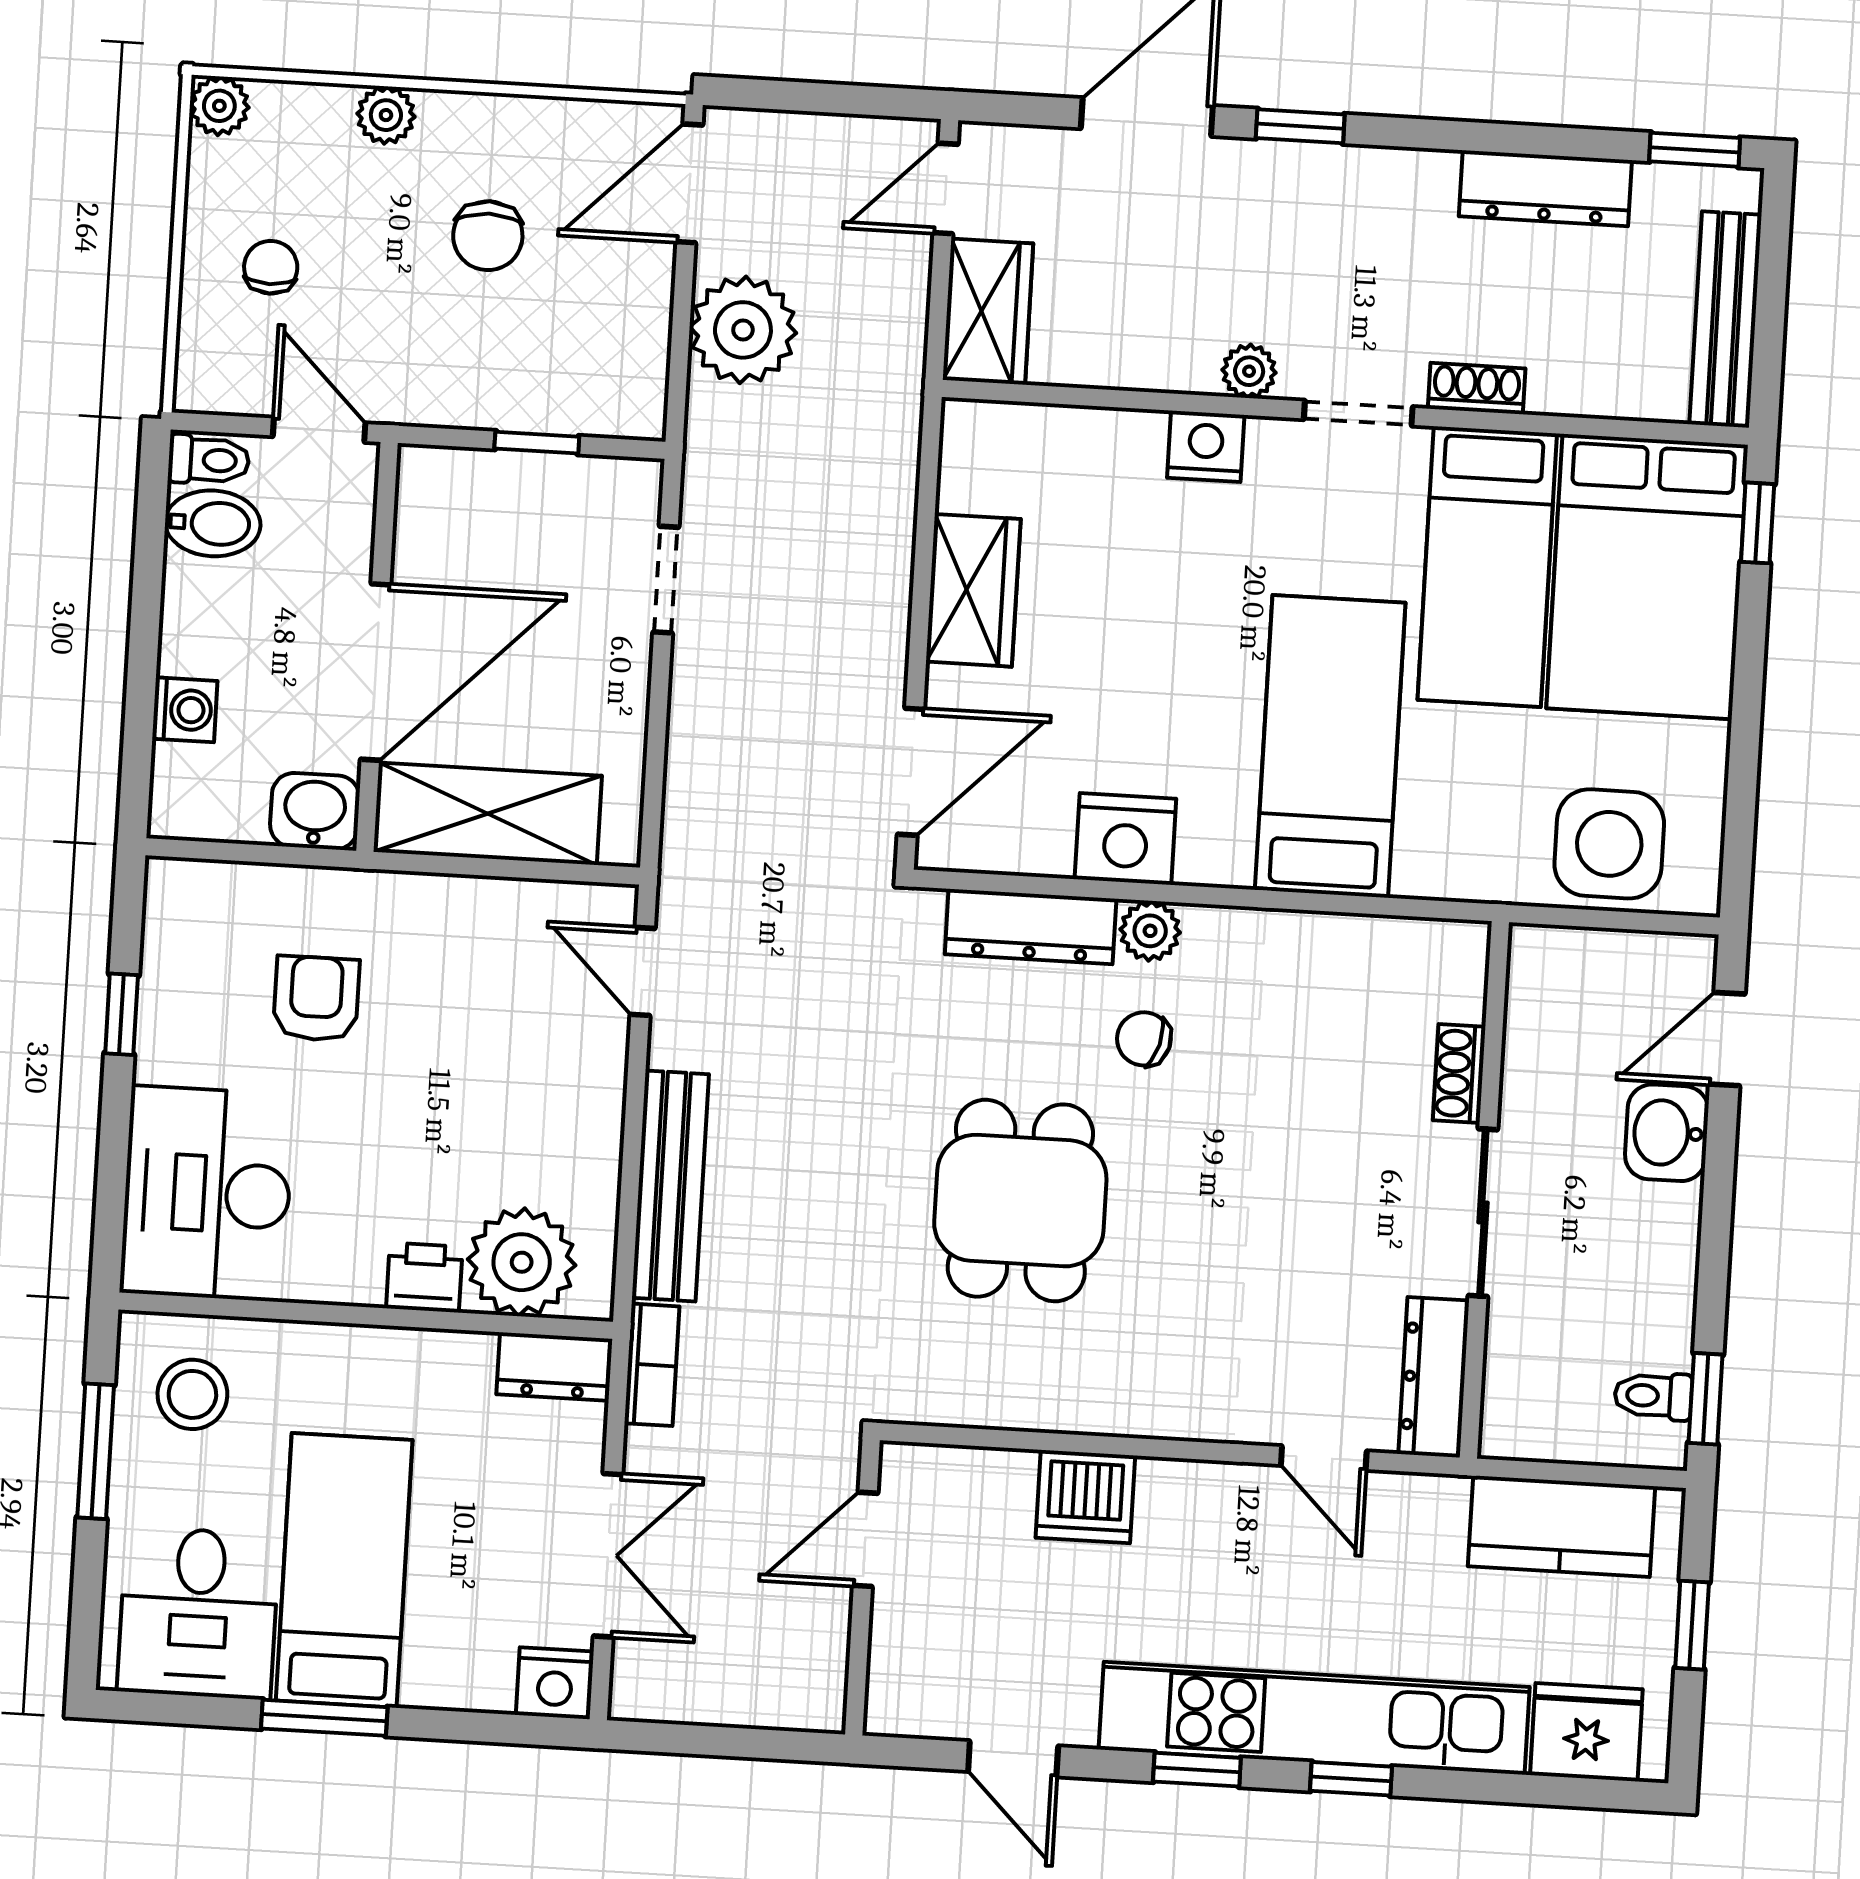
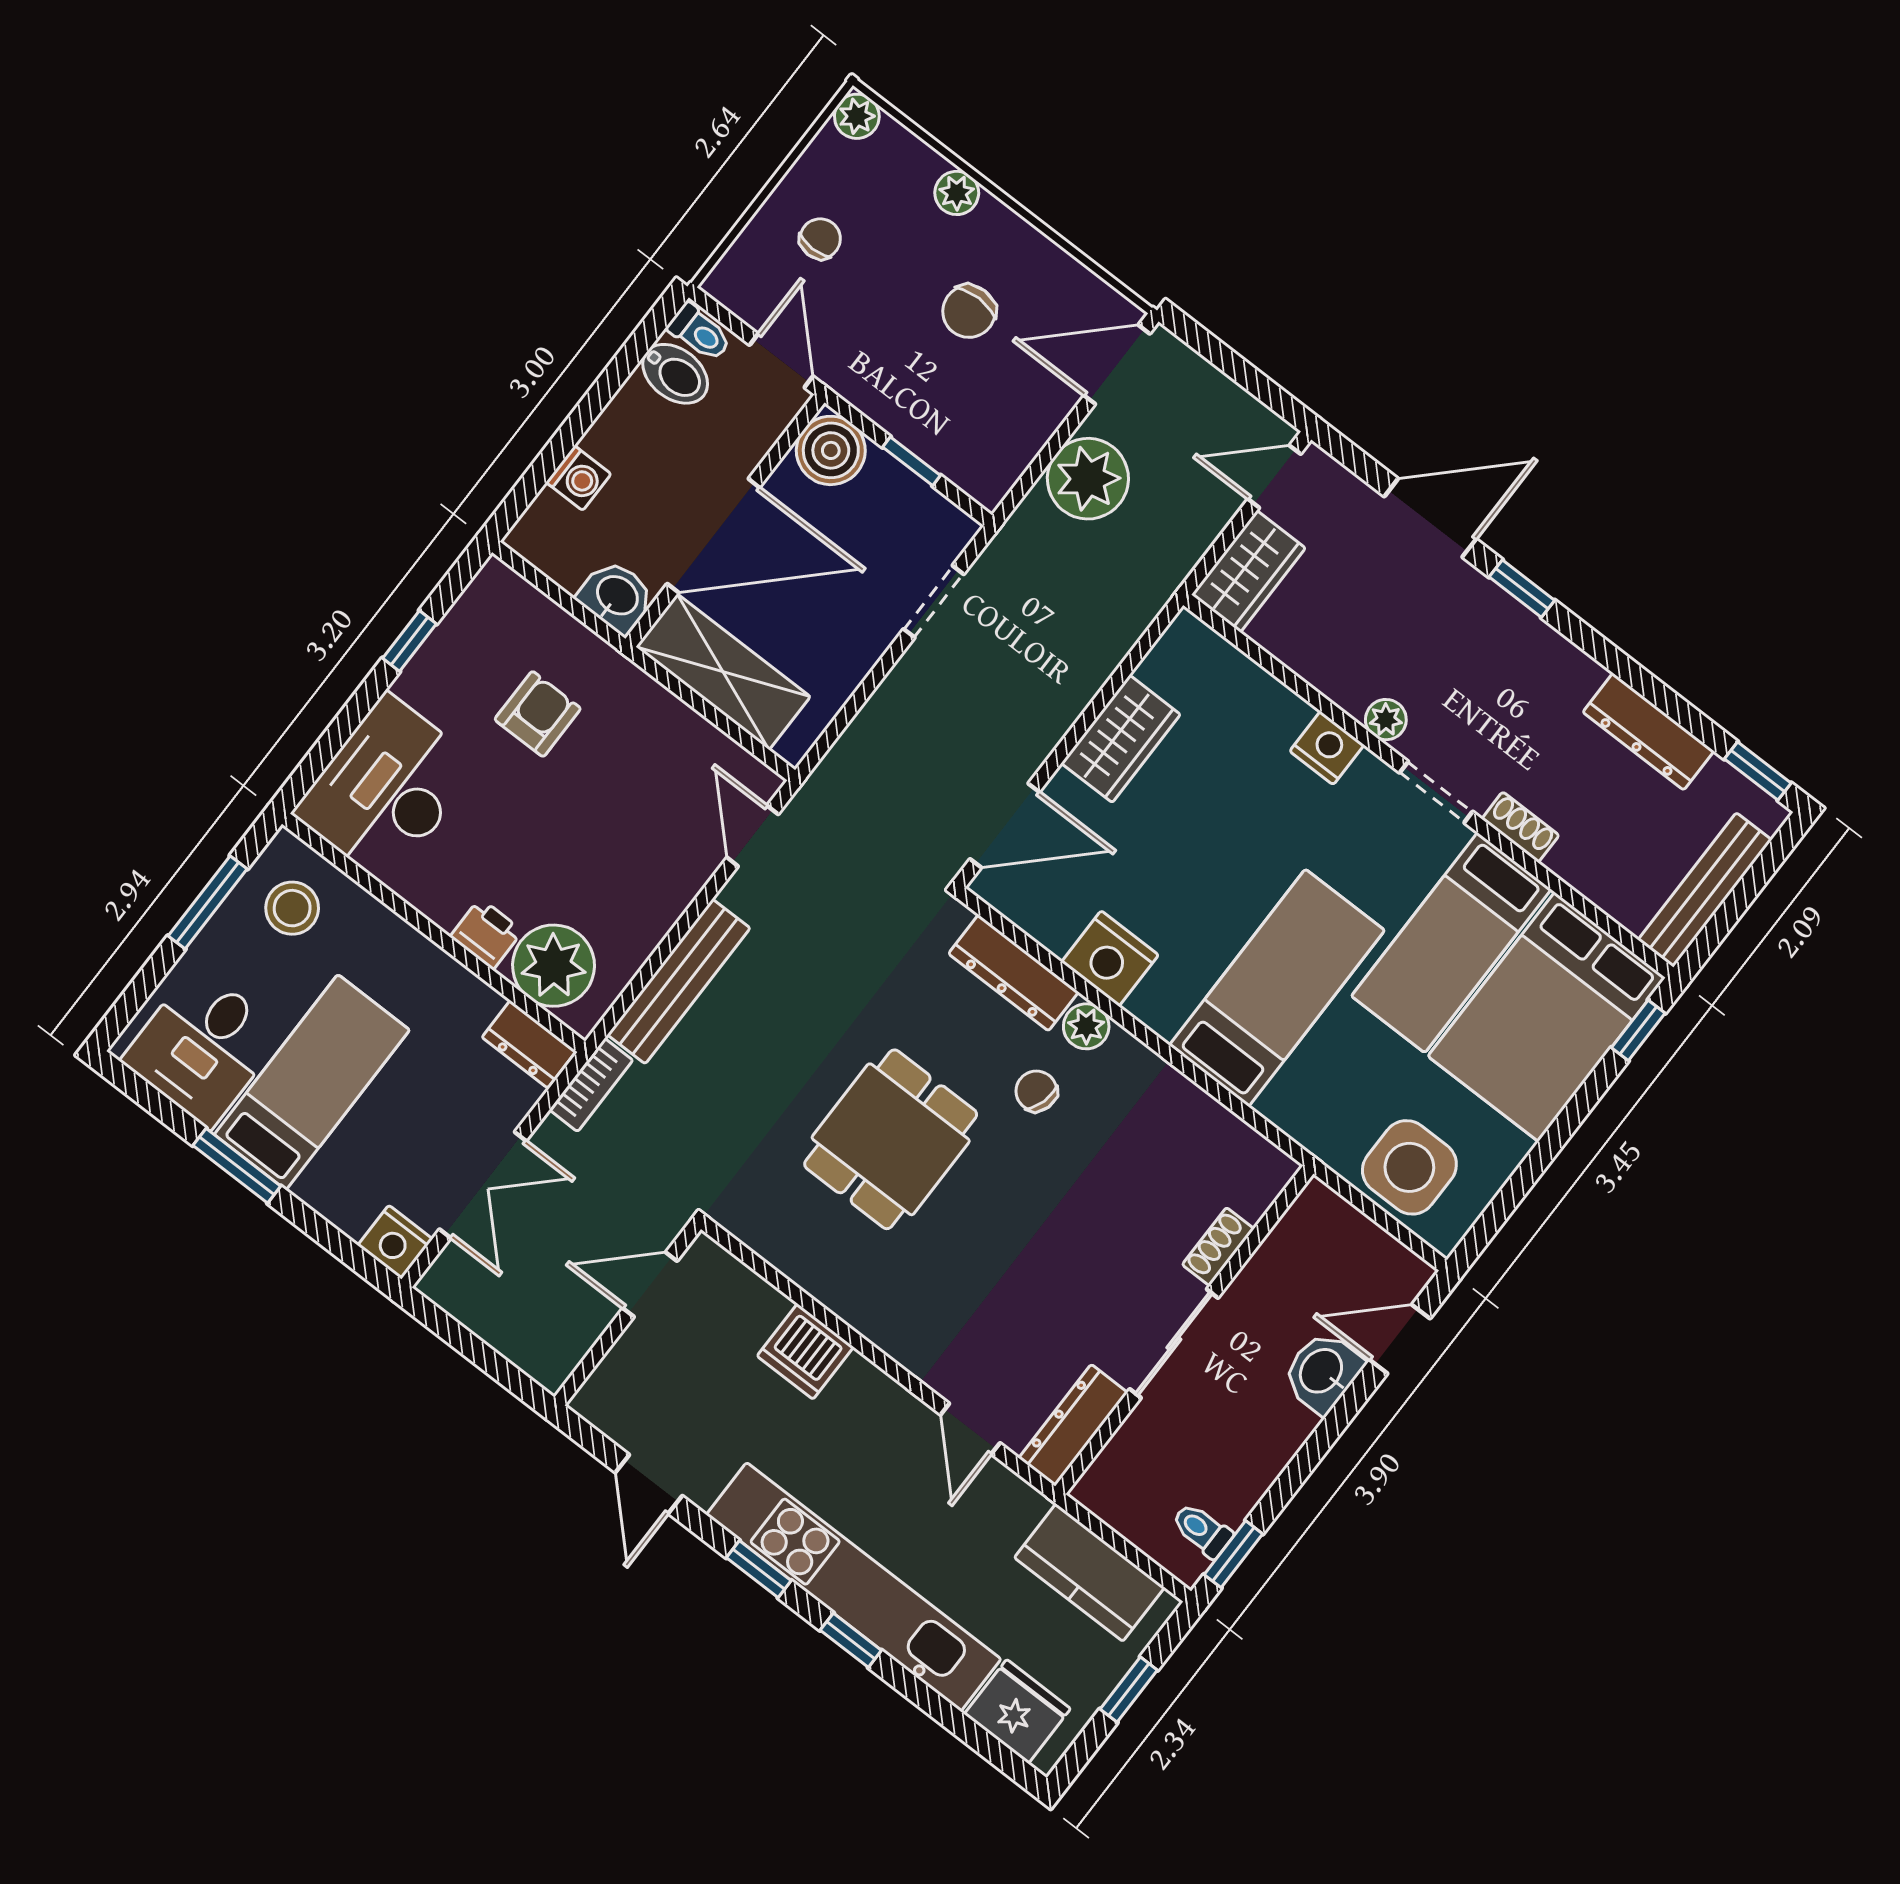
boiler: (440, 491) -> (831, 450), added

